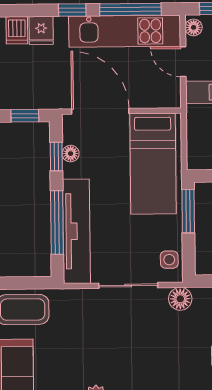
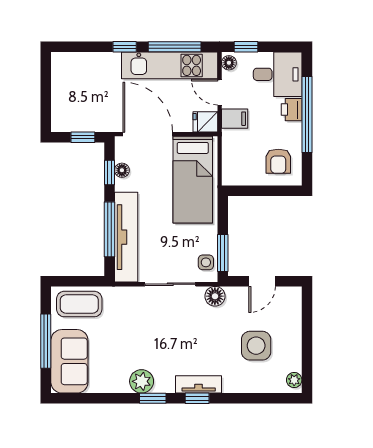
dishwasher: (17, 30) -> (77, 64), removed
fridge: (41, 30) -> (205, 122), moved, turned 90
window: (188, 211) -> (223, 253), moved

